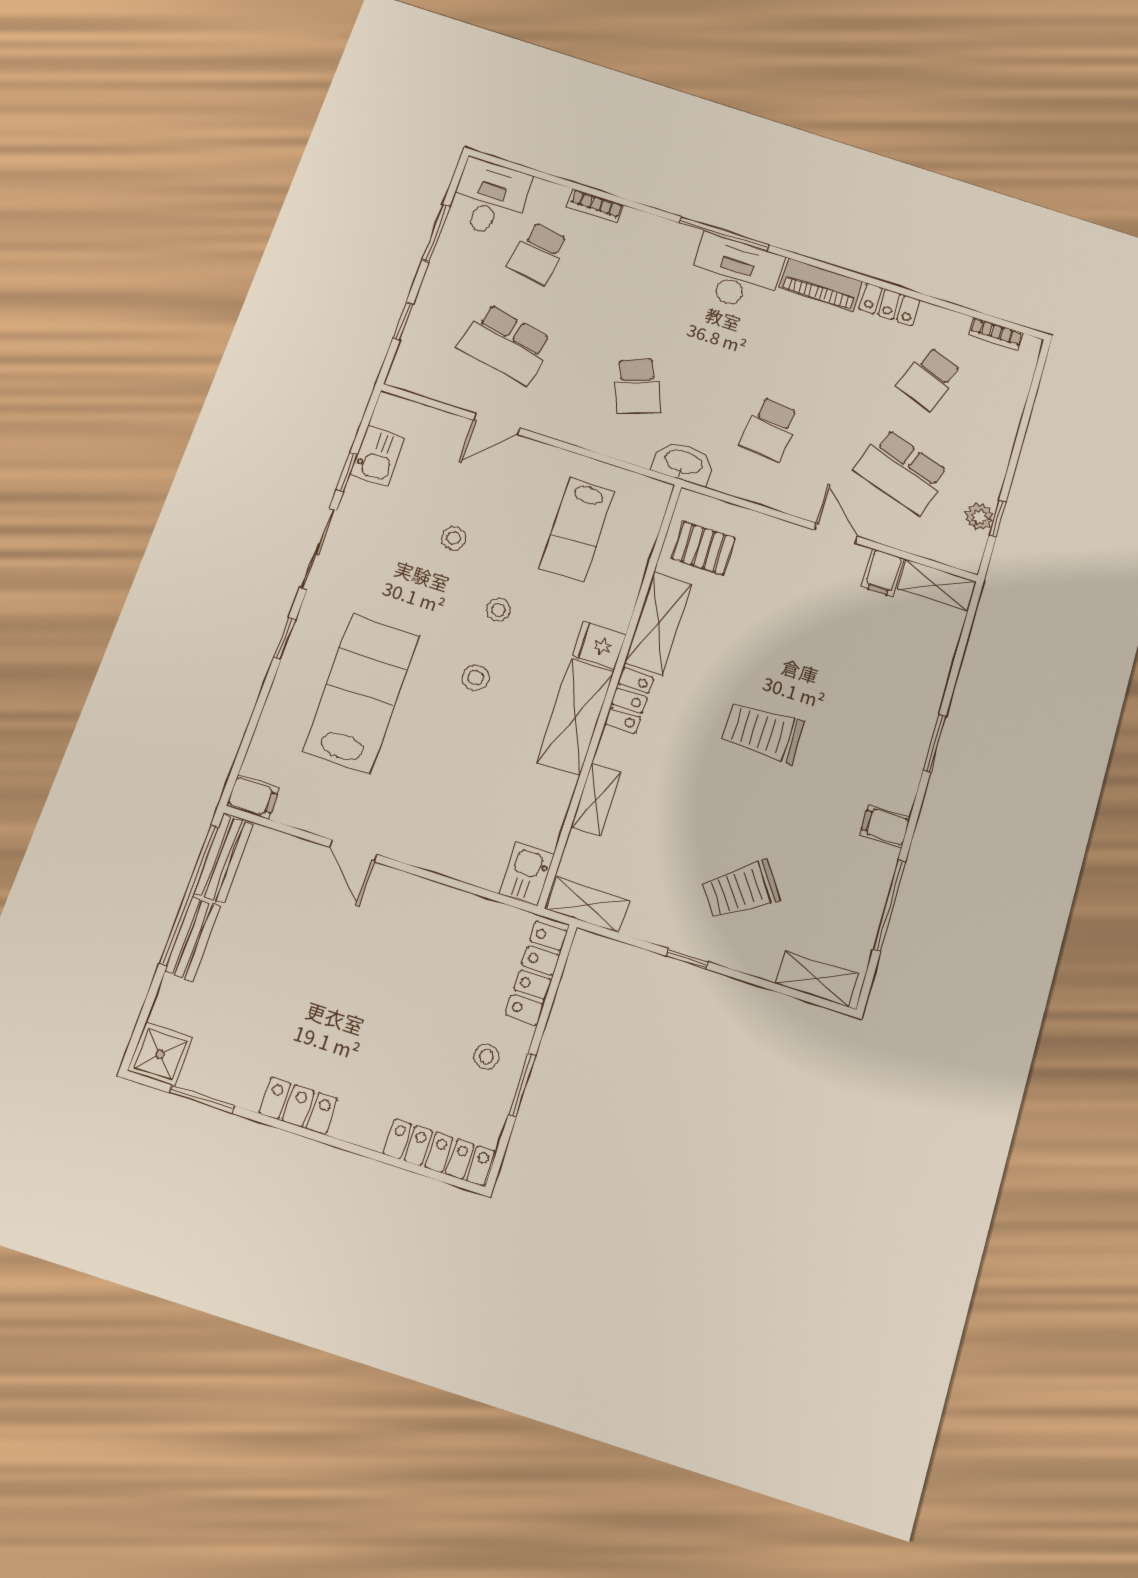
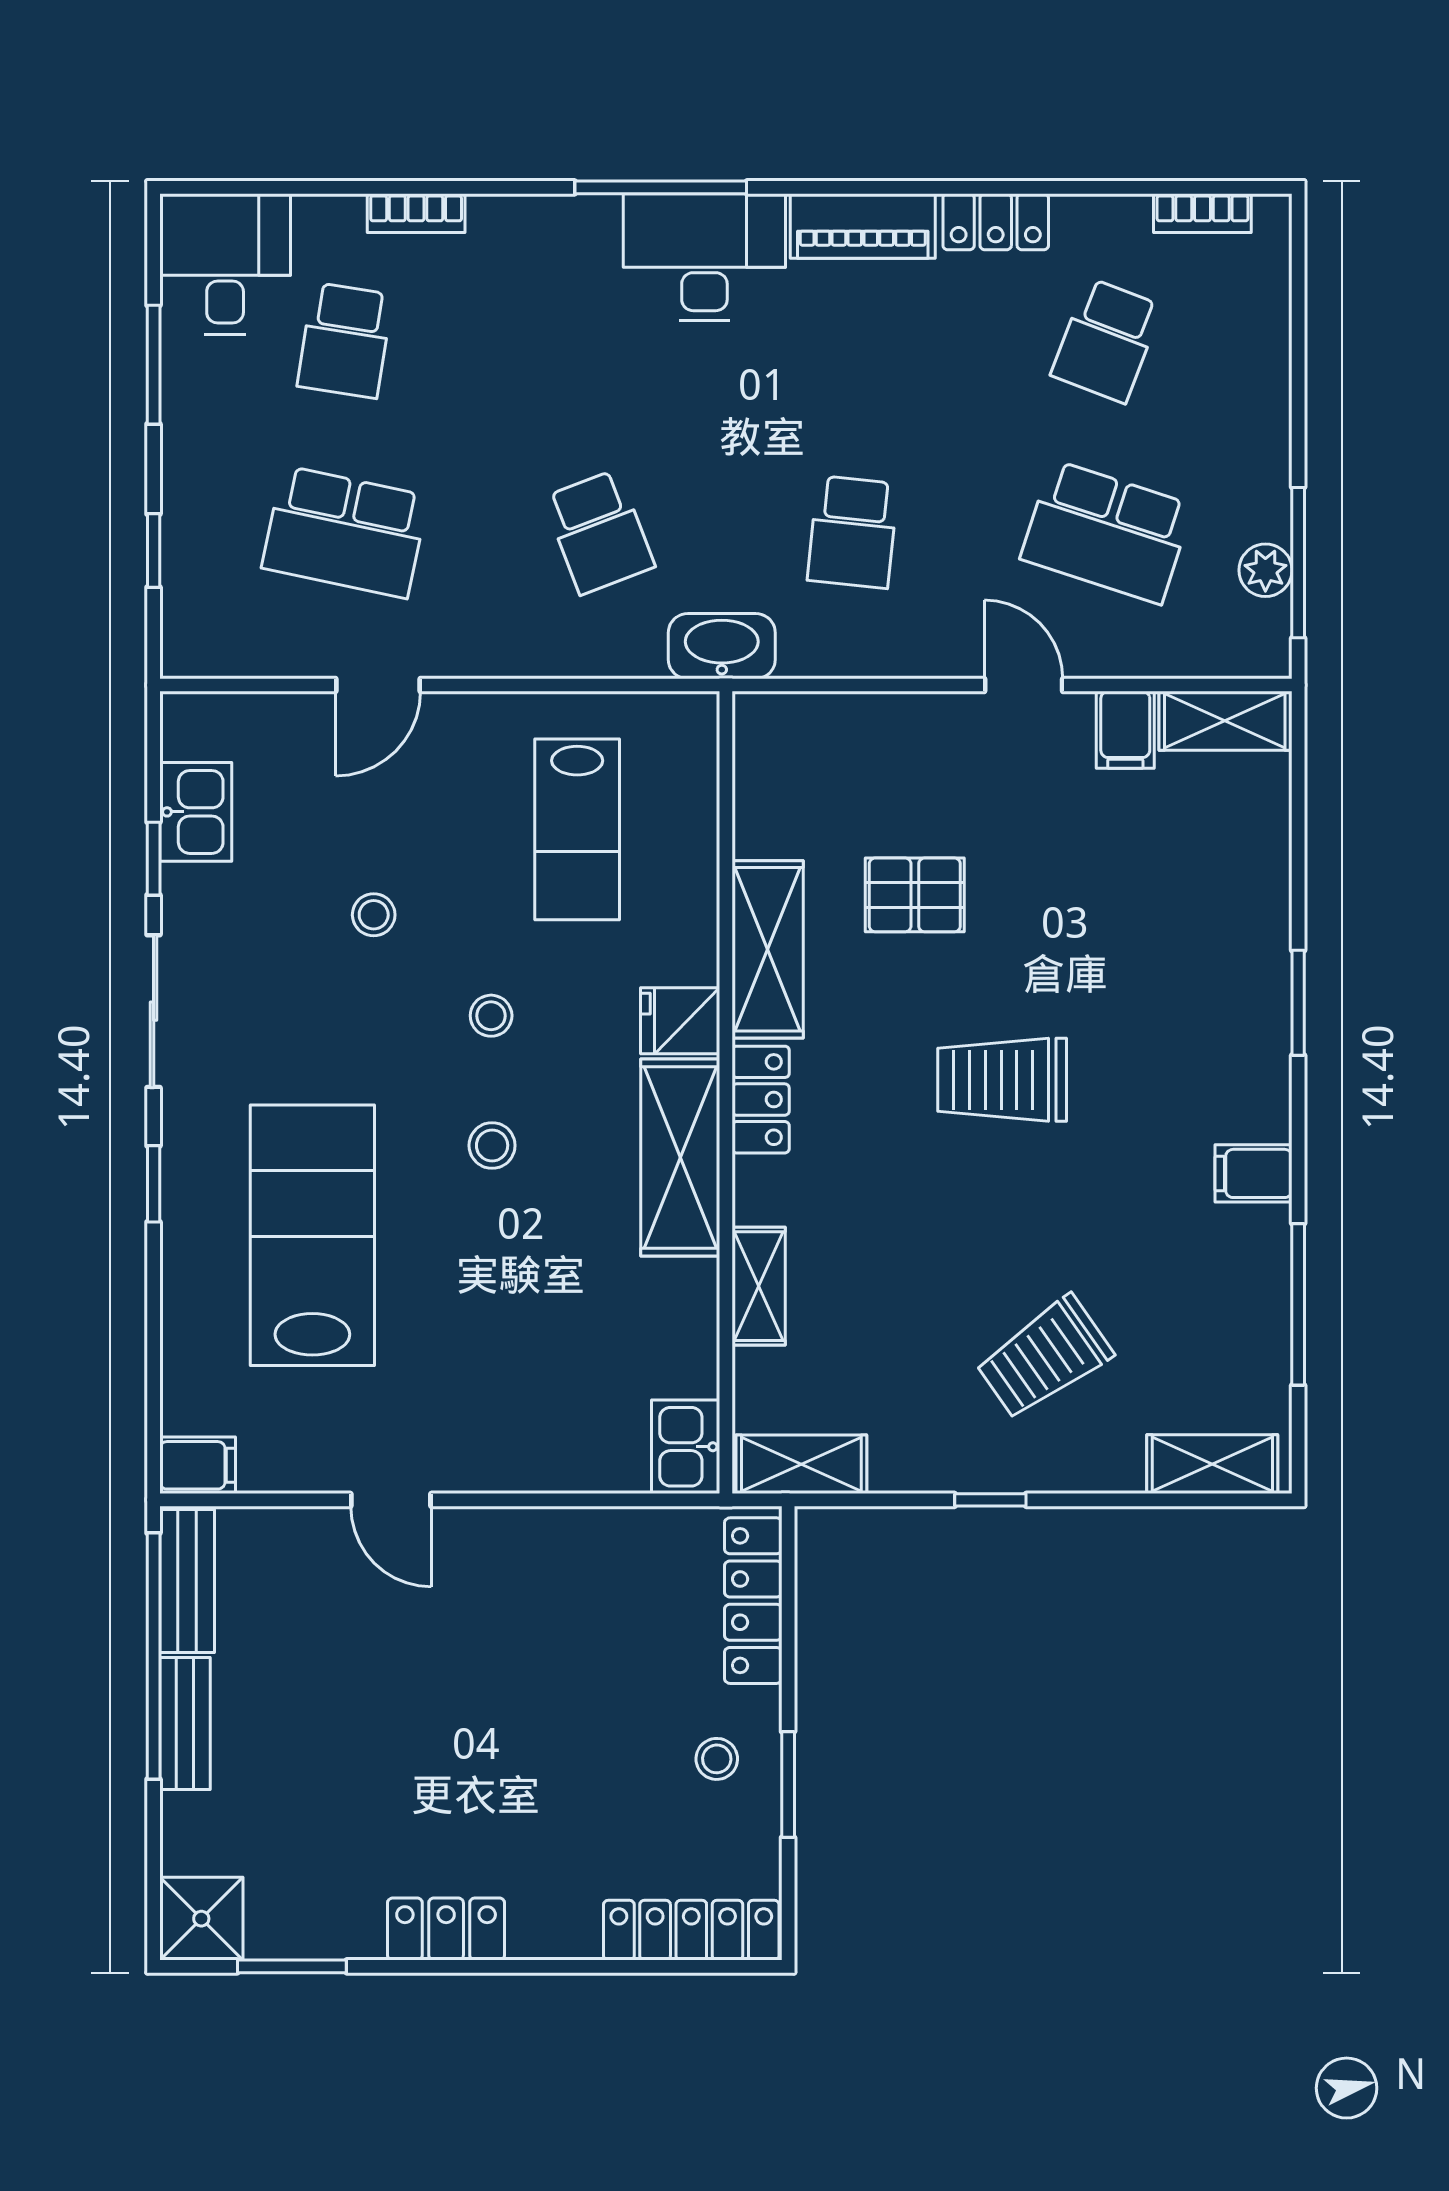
window: (997, 519) -> (1298, 563), width x2.17
pallet: (704, 548) -> (915, 895), moved

